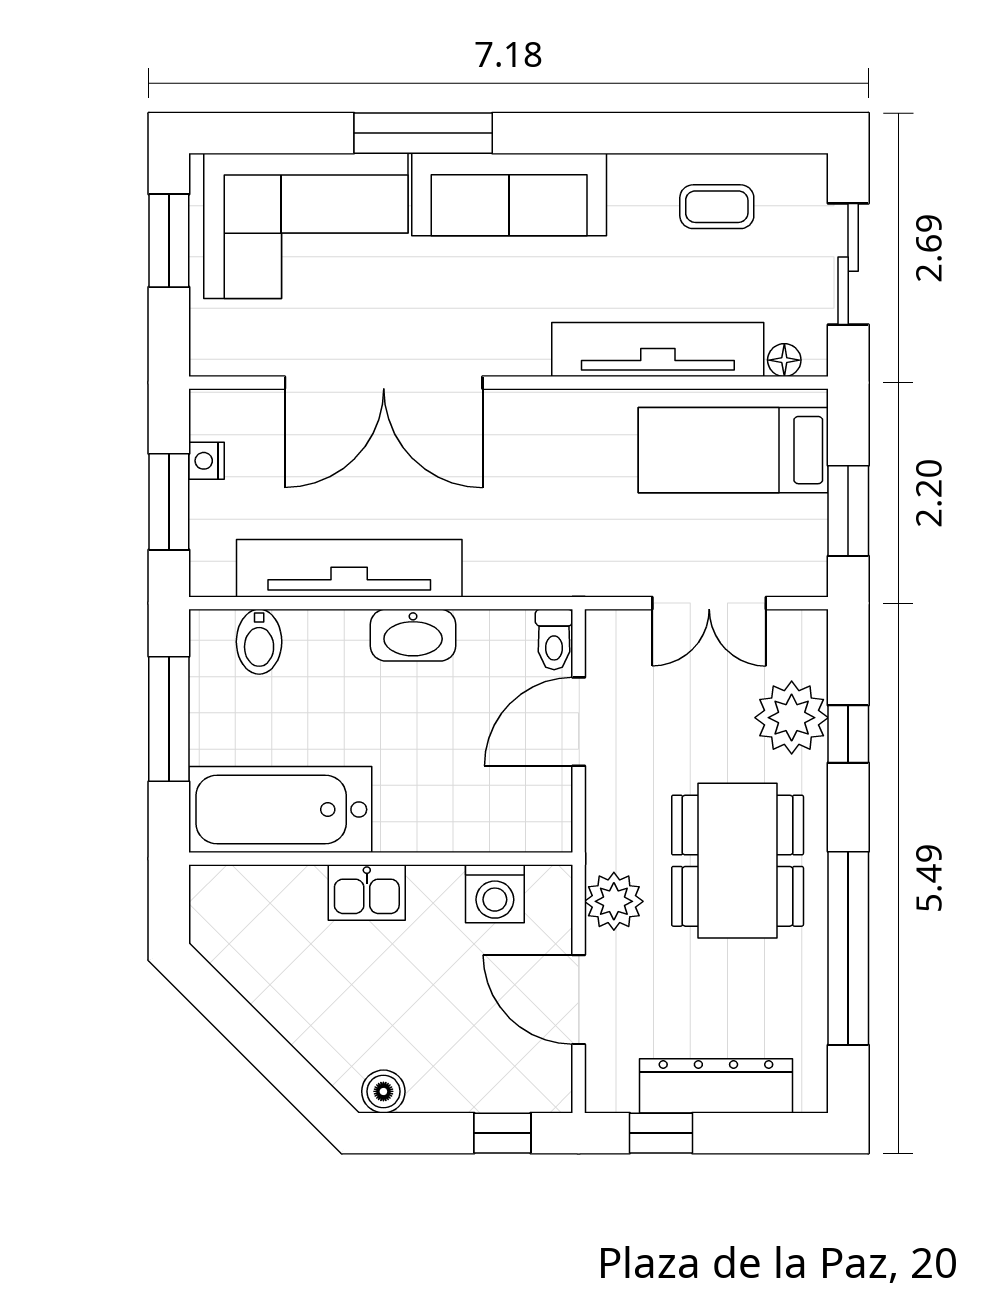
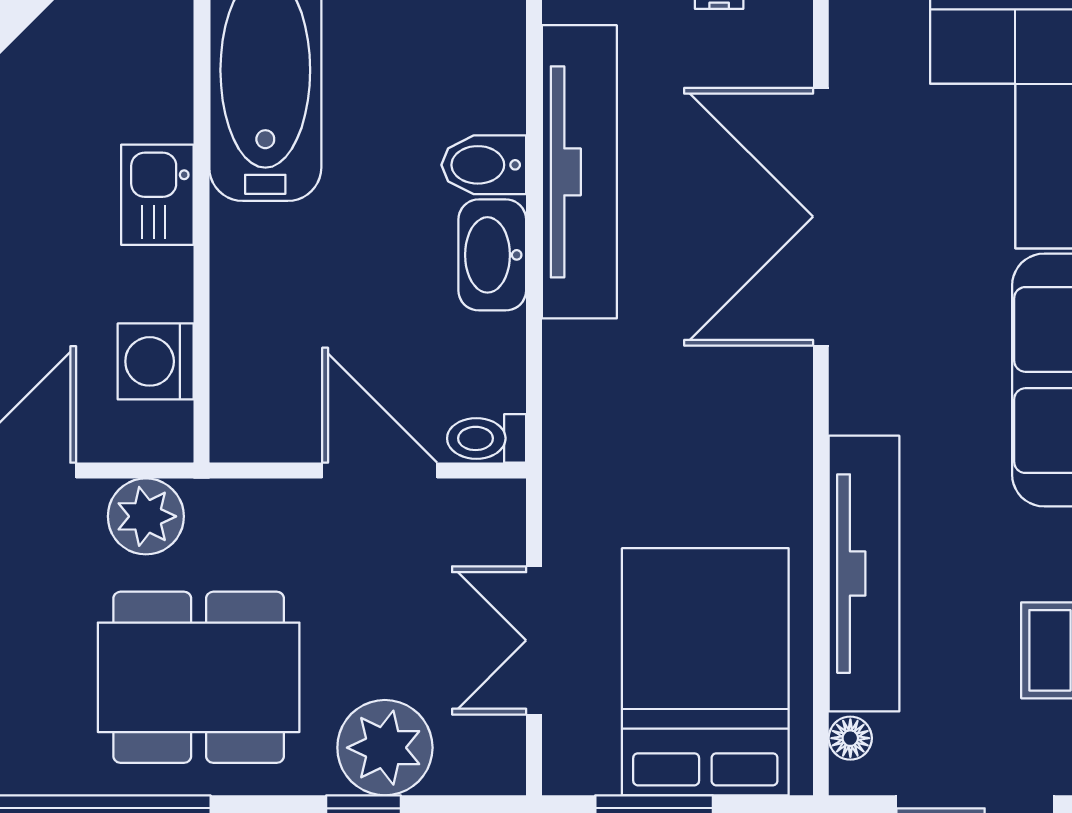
bed: (733, 450) -> (705, 672), width x1.50
bidet: (259, 642) -> (484, 165), moved

